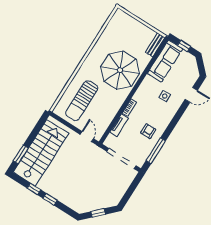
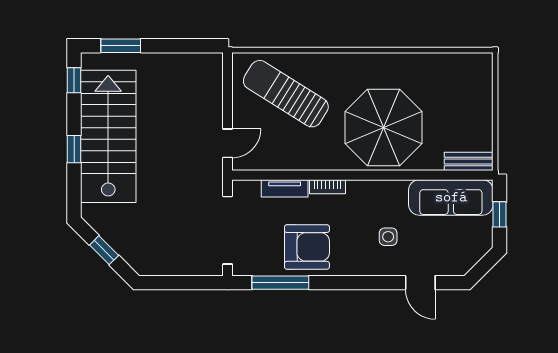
sun lounger: (82, 101) -> (286, 94), turned 32
armchair: (148, 131) -> (307, 247), width x1.88, depth x1.88
stairs: (41, 153) -> (108, 136), moved, turned -90
window: (34, 189) -> (74, 80), moved

